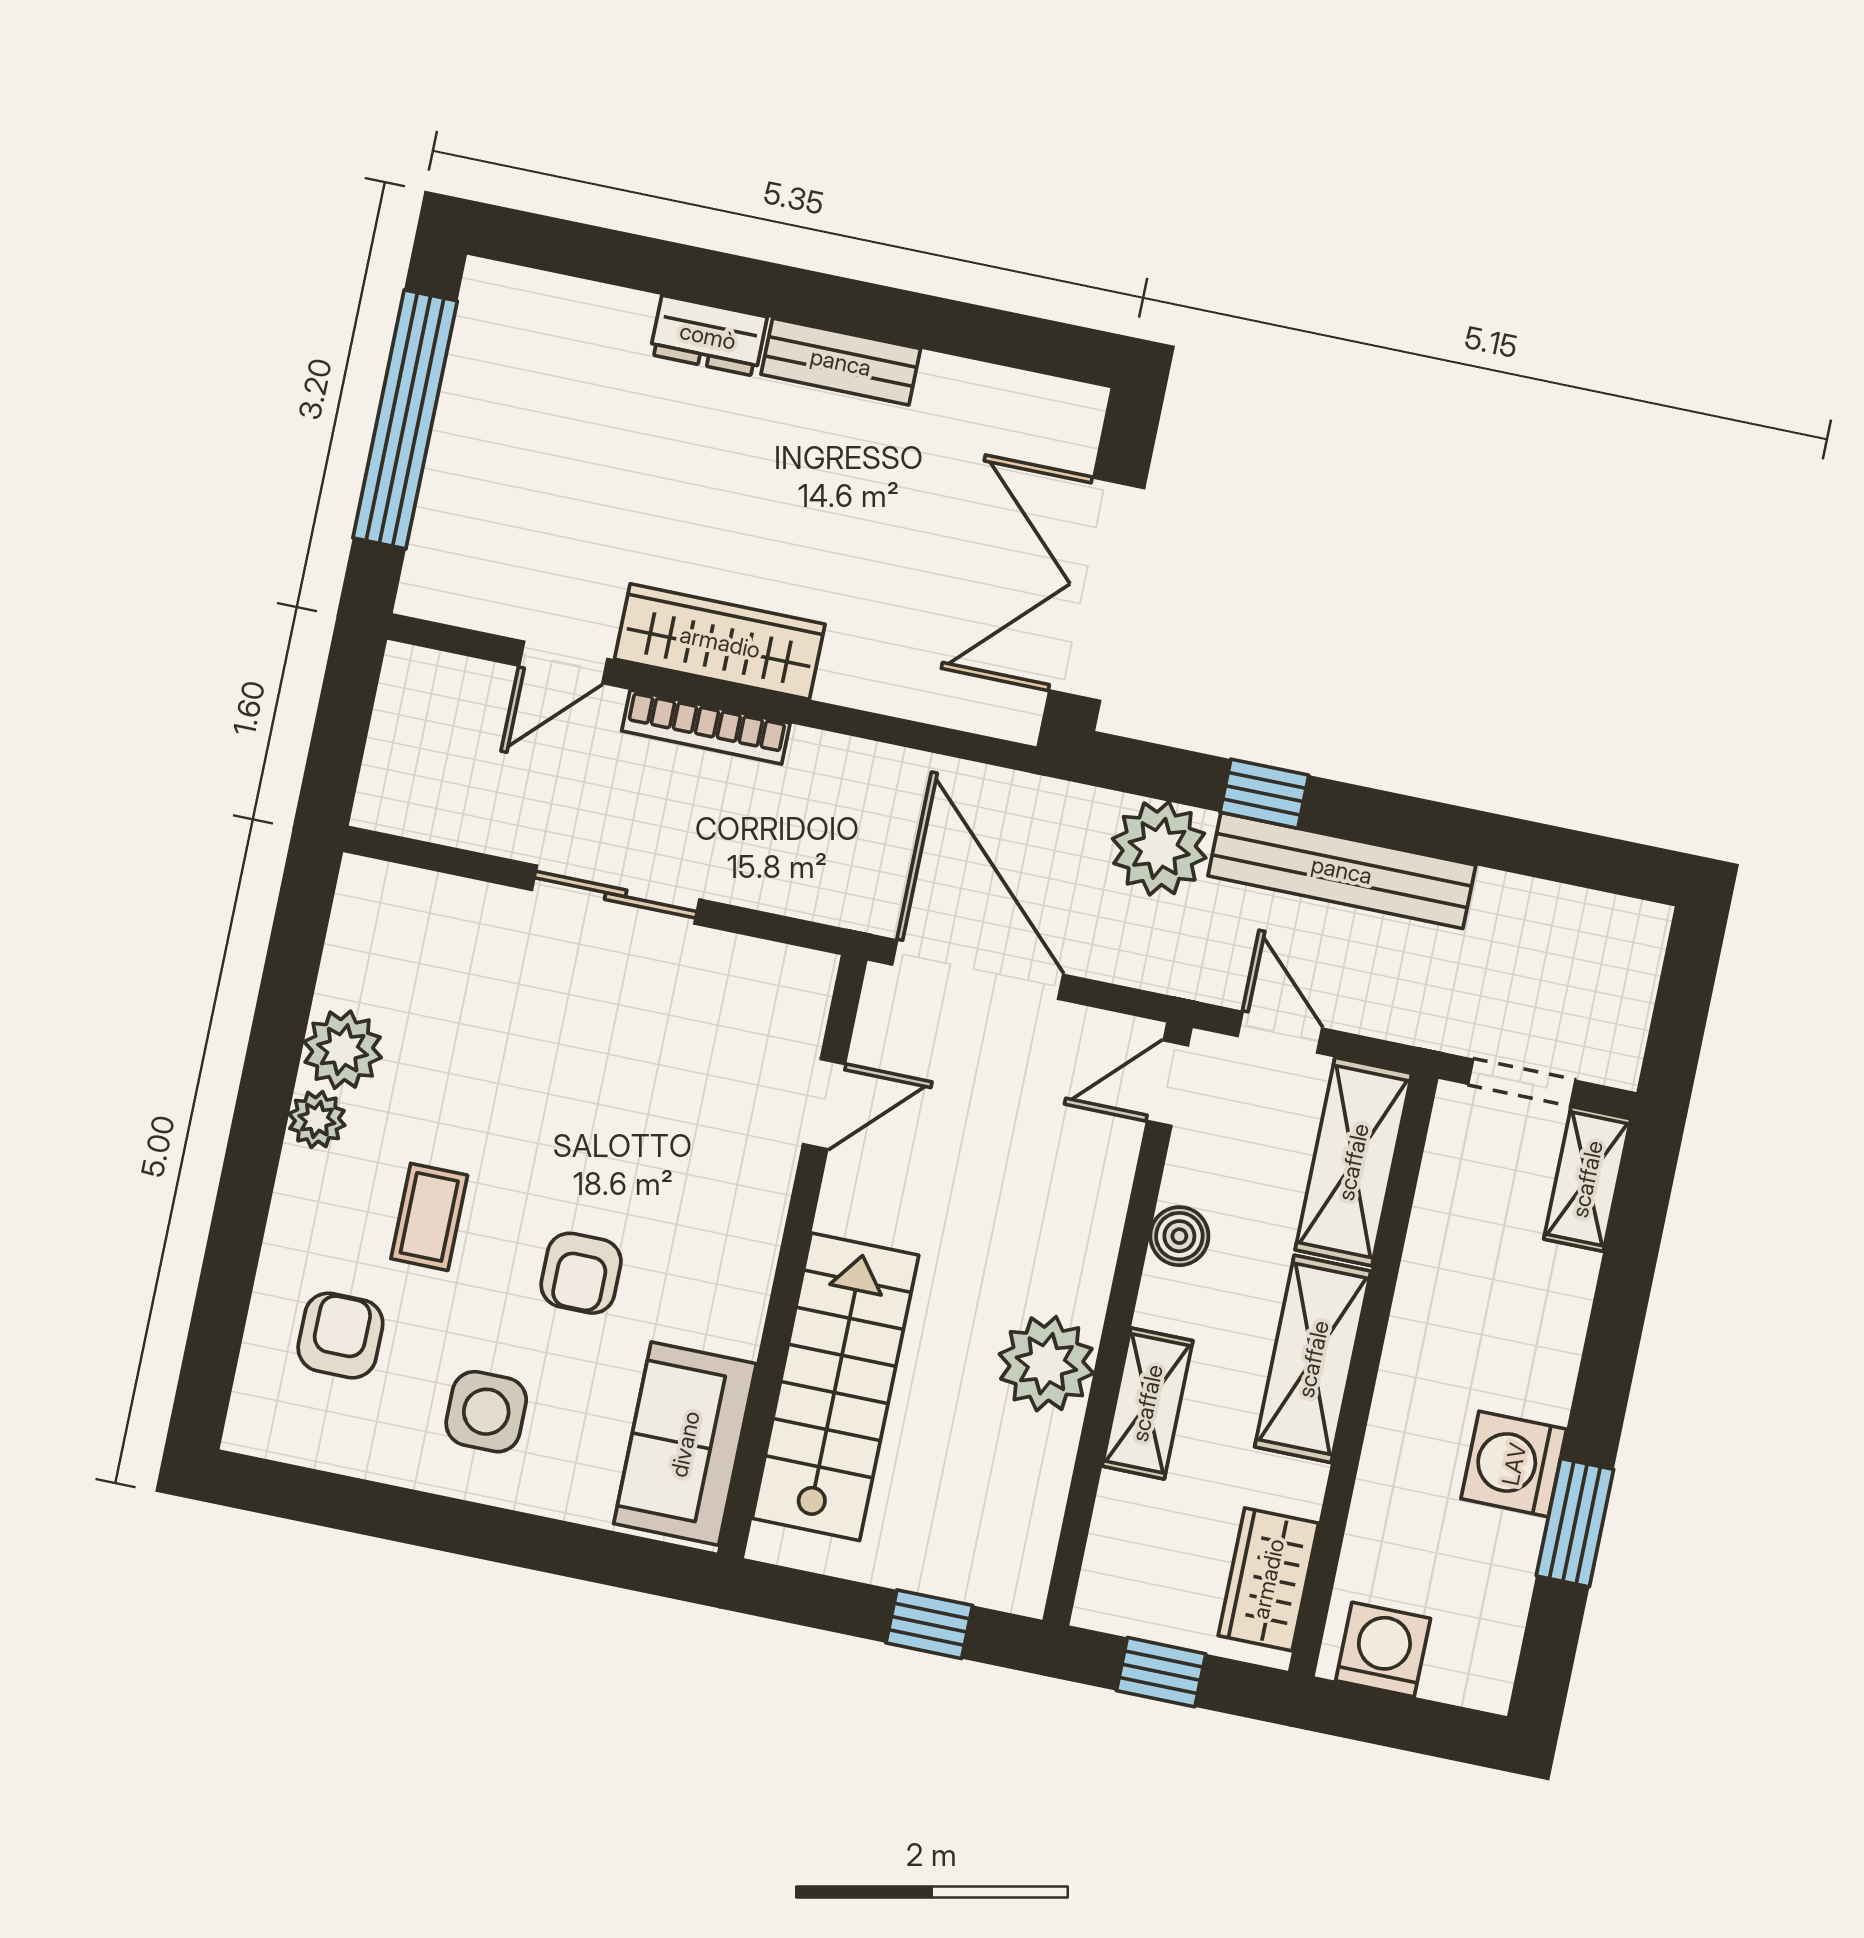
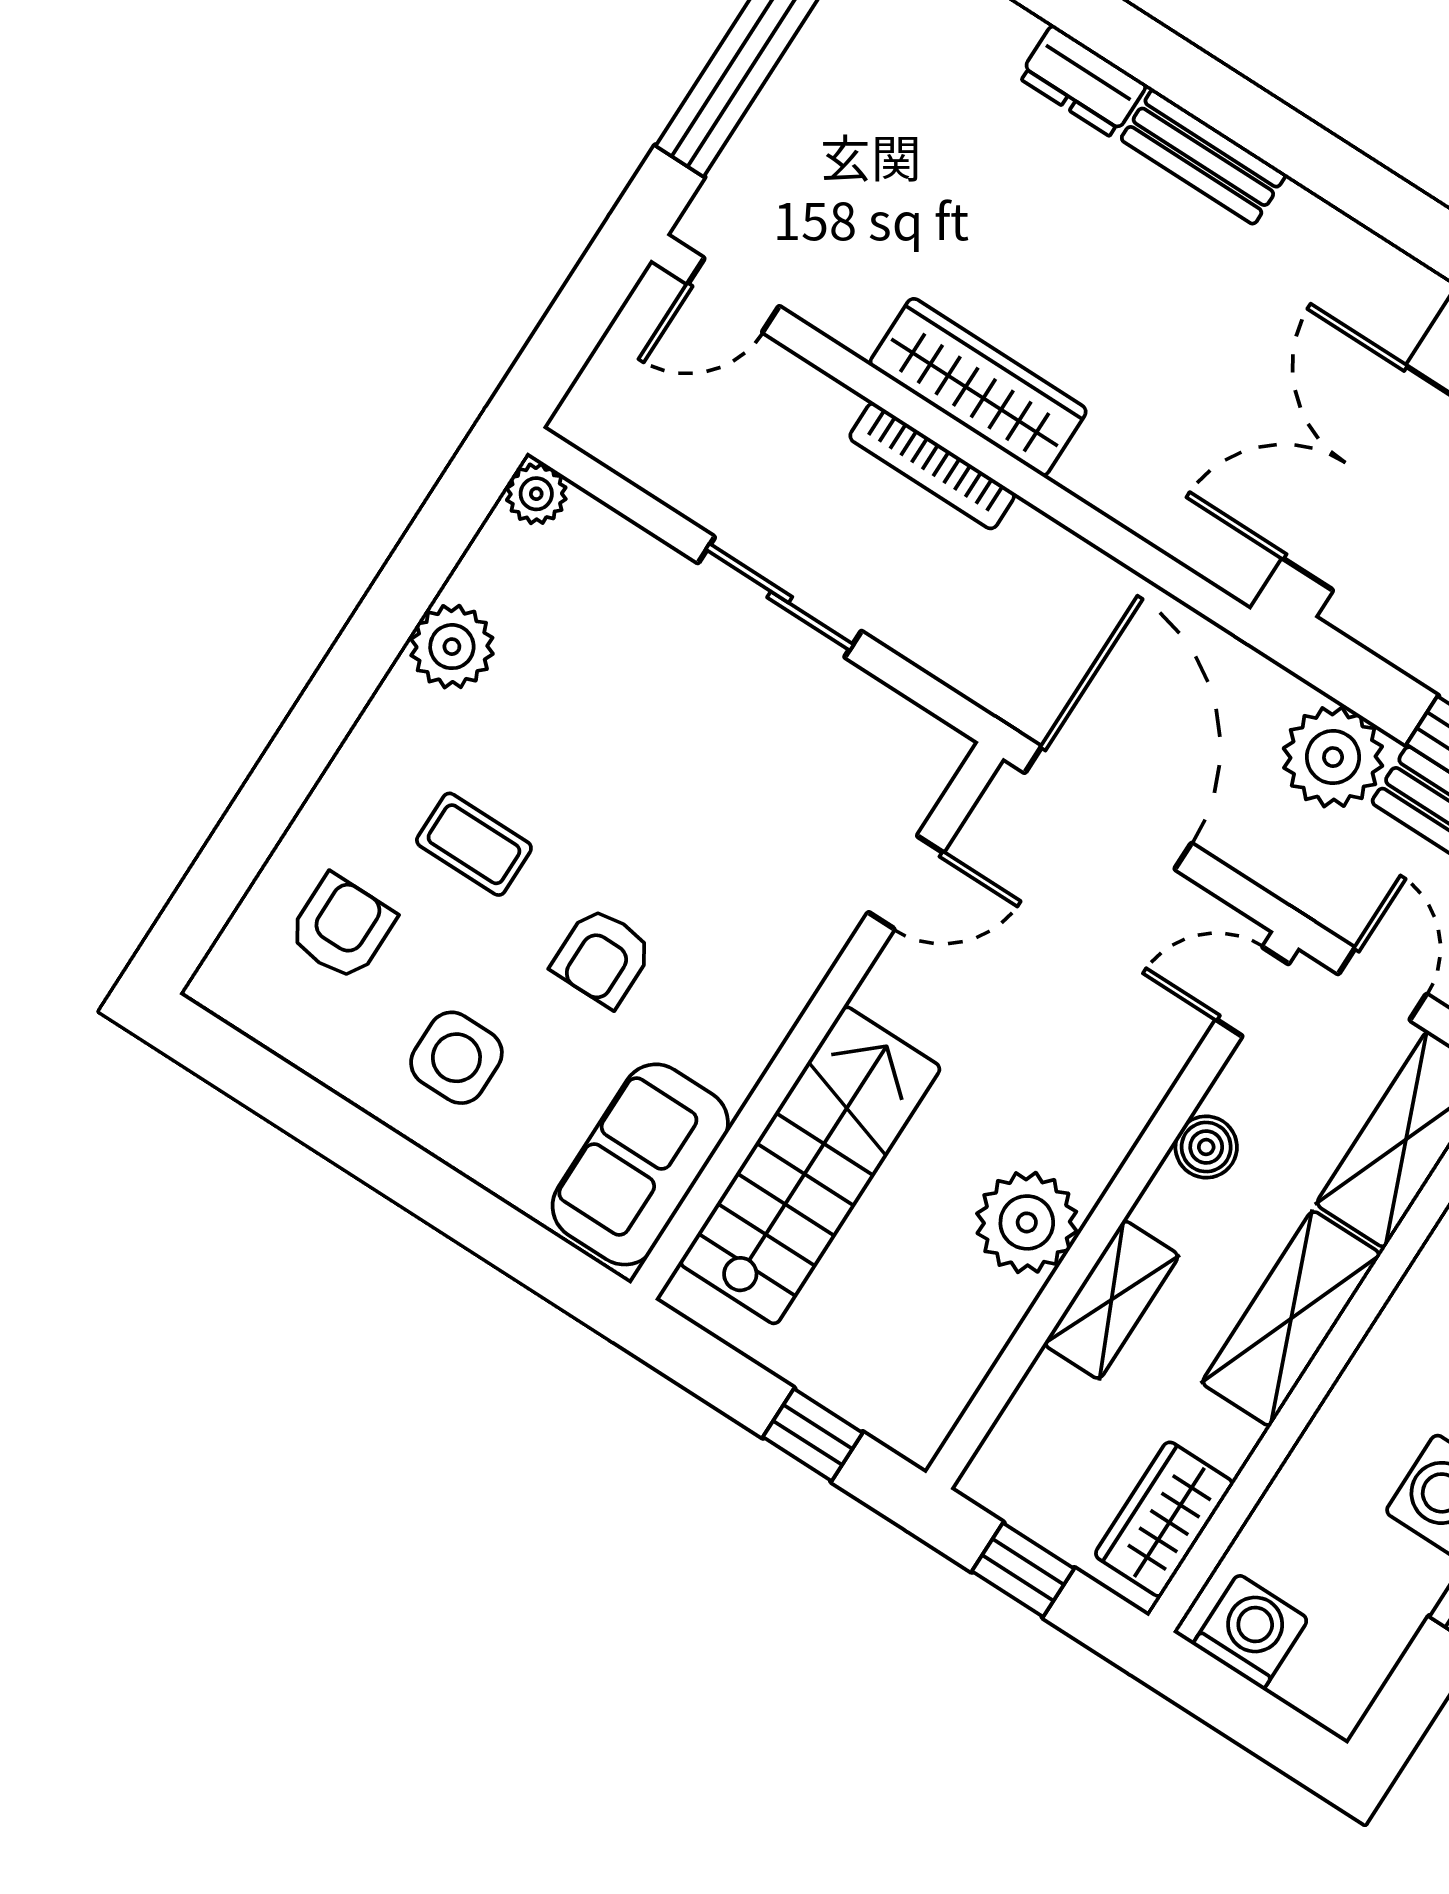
door: (563, 662) -> (733, 295), moved
plant: (317, 1120) -> (536, 494), moved
coffee table: (429, 1217) -> (474, 844), turned 90

